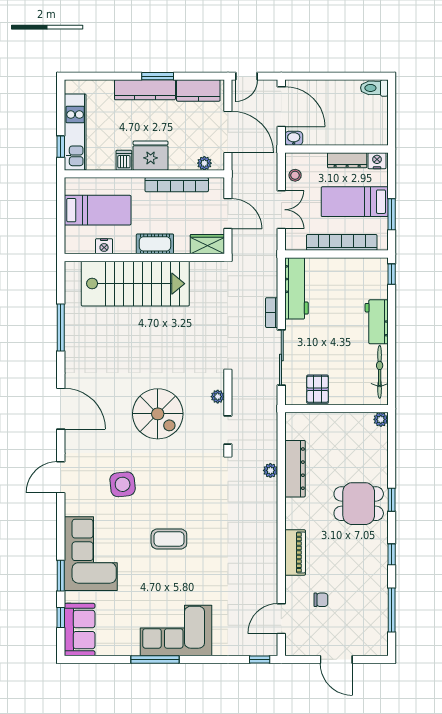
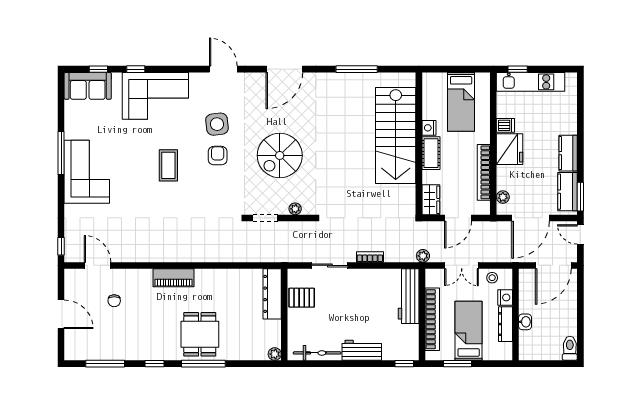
window: (158, 76) -> (580, 197), moved
kitchen counter: (145, 90) -> (568, 153), width x0.67
washbasin: (294, 138) -> (525, 322), moved
nightstand: (377, 161) -> (505, 297), moved
nightstand: (104, 246) -> (429, 128), moved
workbench: (296, 288) -> (409, 296), moved, turned 90
sliding door: (281, 357) -> (330, 265), width x0.73
dresser: (295, 469) -> (272, 294), moved, turned 90
plant: (270, 470) -> (423, 256), moved
armchair: (158, 484) -> (218, 156), added
window: (392, 500) -> (203, 364), width x2.17
piano: (295, 552) -> (174, 278), moved
window: (61, 576) -> (136, 69), width x0.67
door: (336, 659) -> (61, 314), swing flipped

